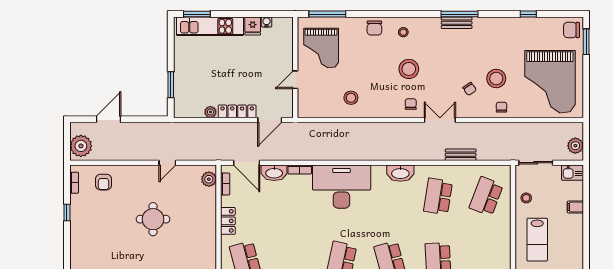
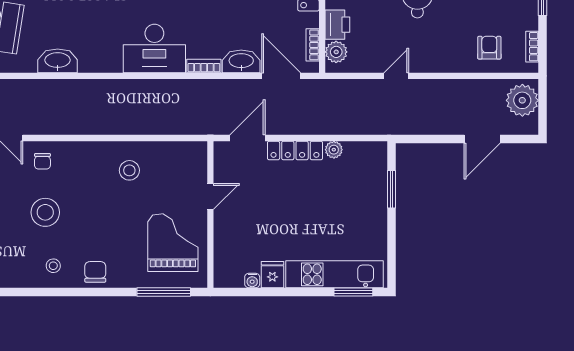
desk: (342, 187) -> (154, 48), width x0.73, depth x0.77
printer: (208, 198) -> (337, 25), added

